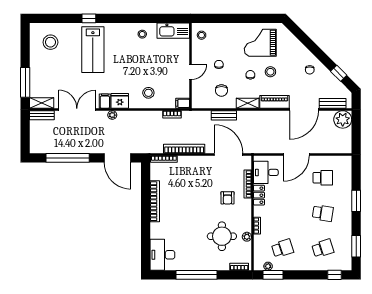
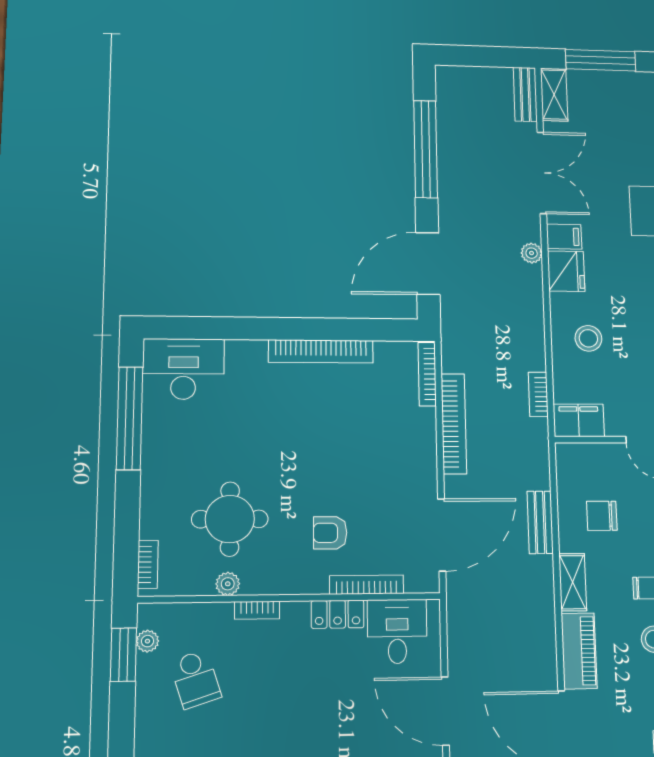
filing cabinet: (183, 103) -> (579, 420), width x2.00
window: (197, 275) -> (130, 418), moved

